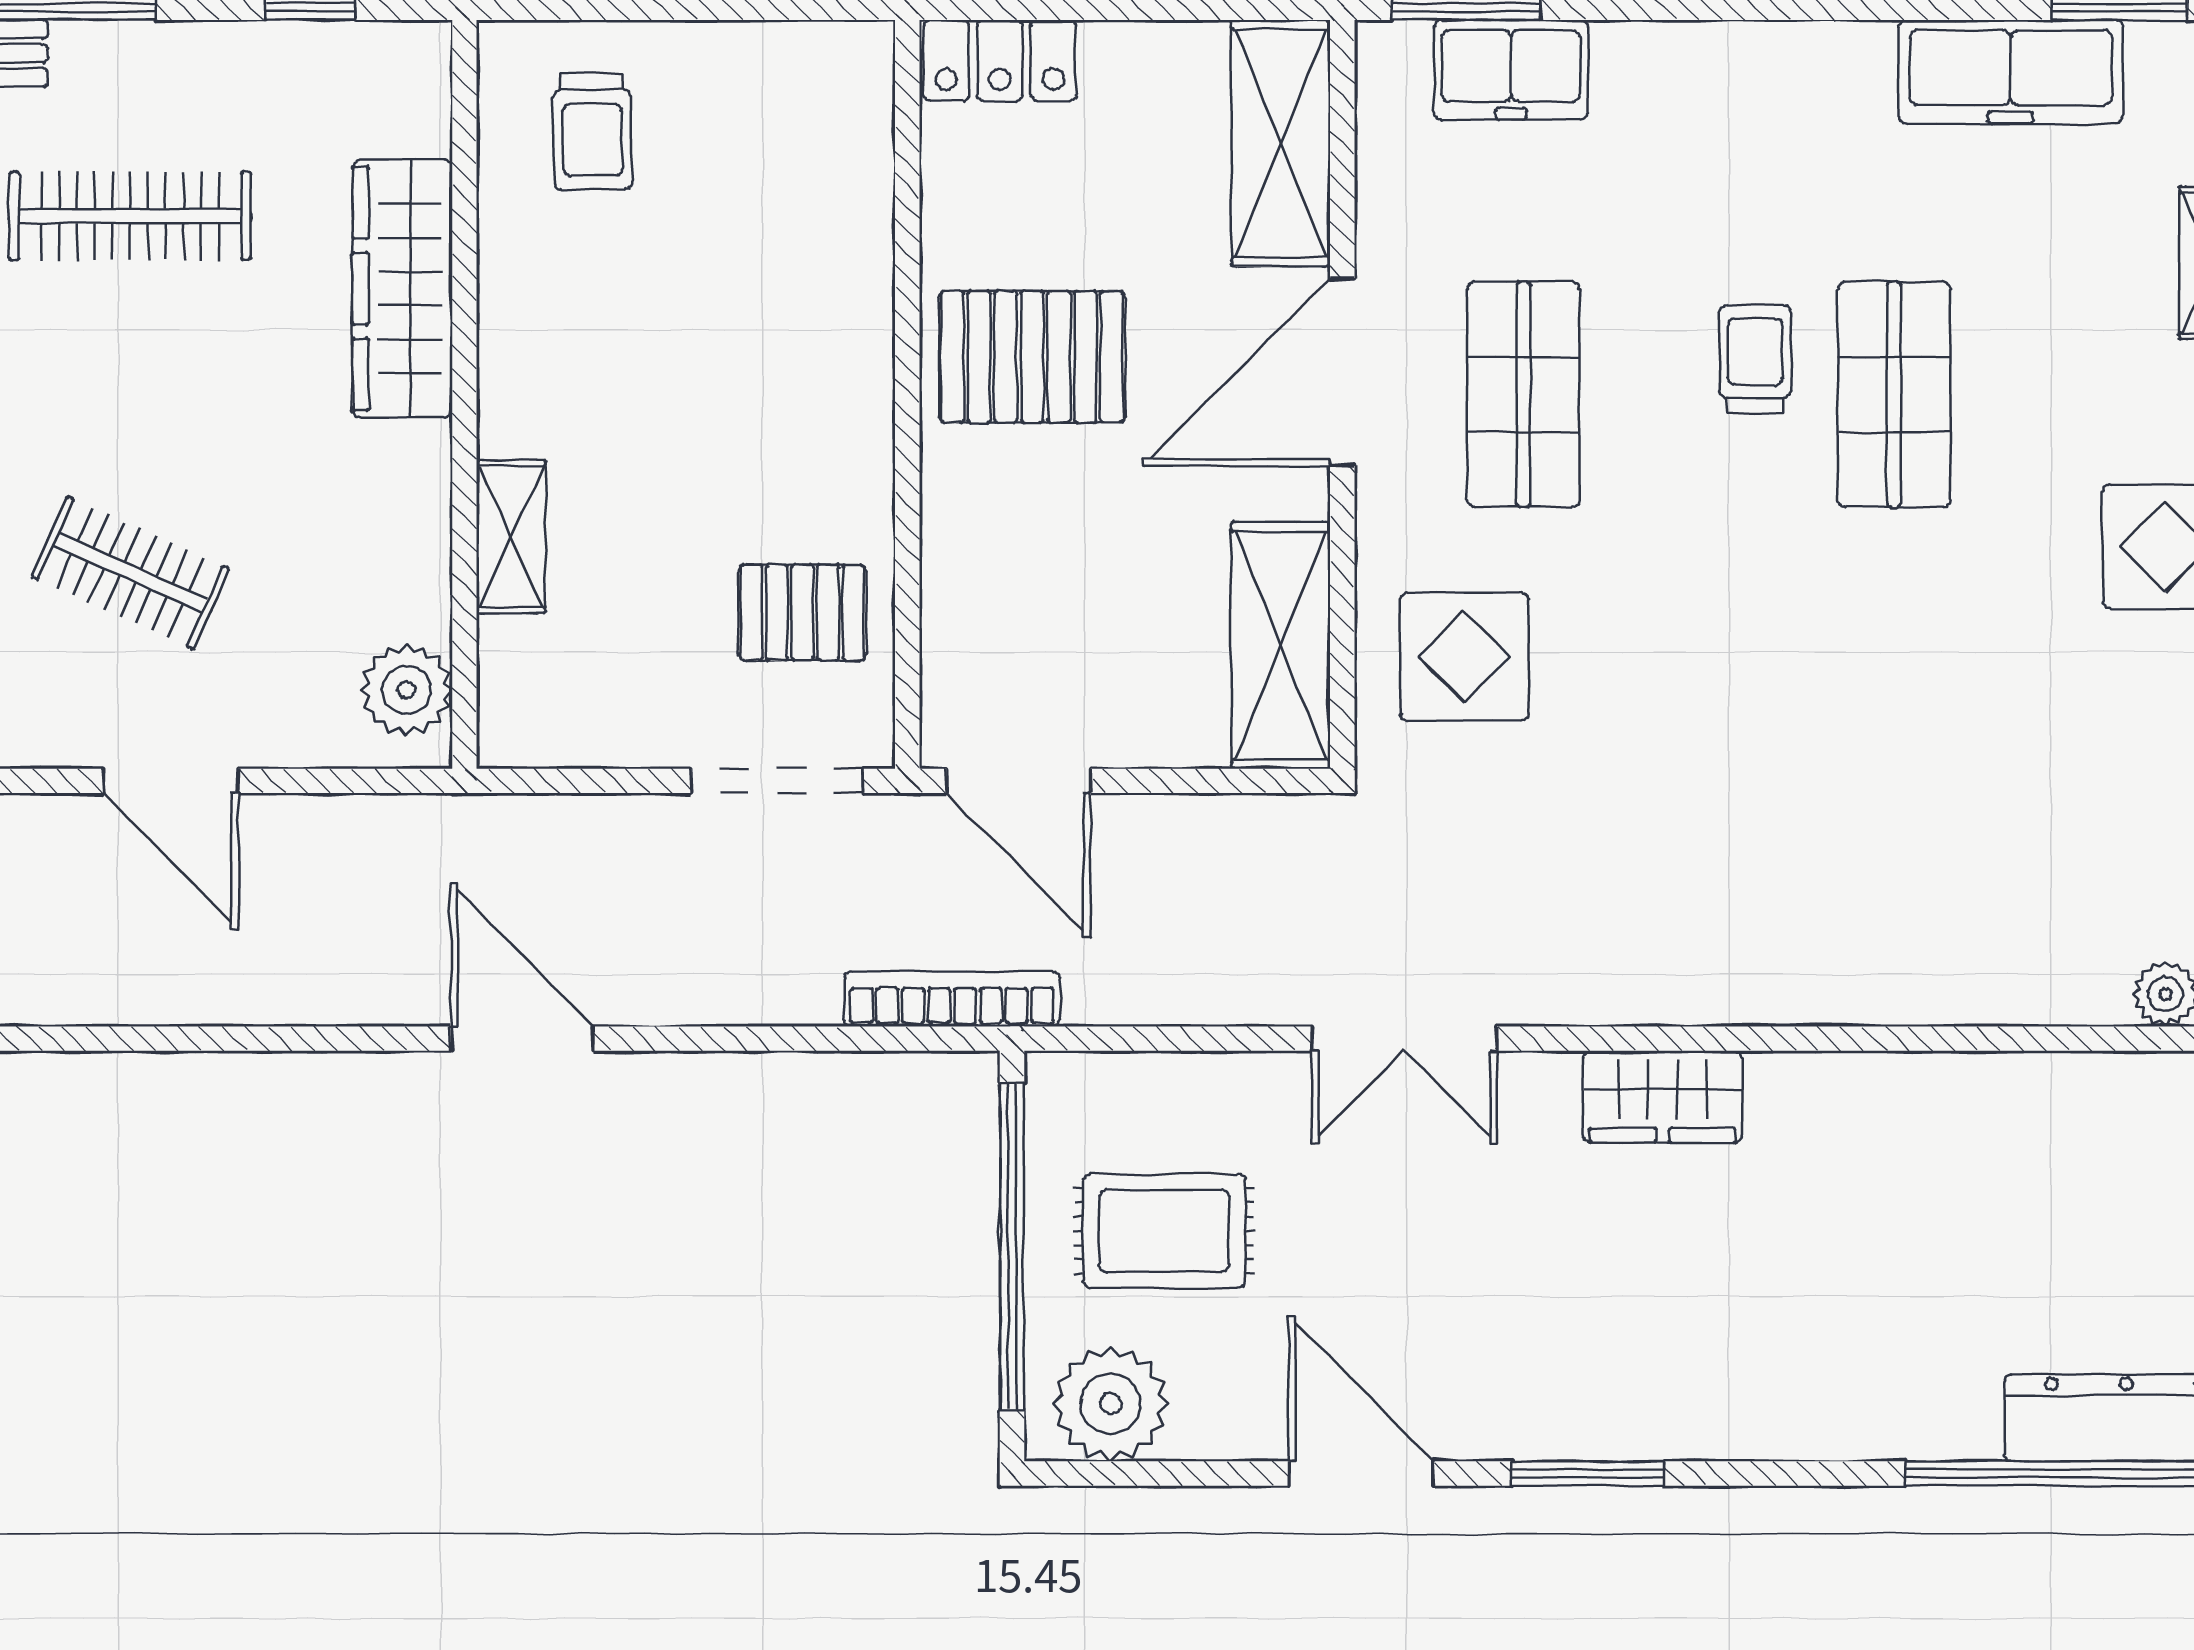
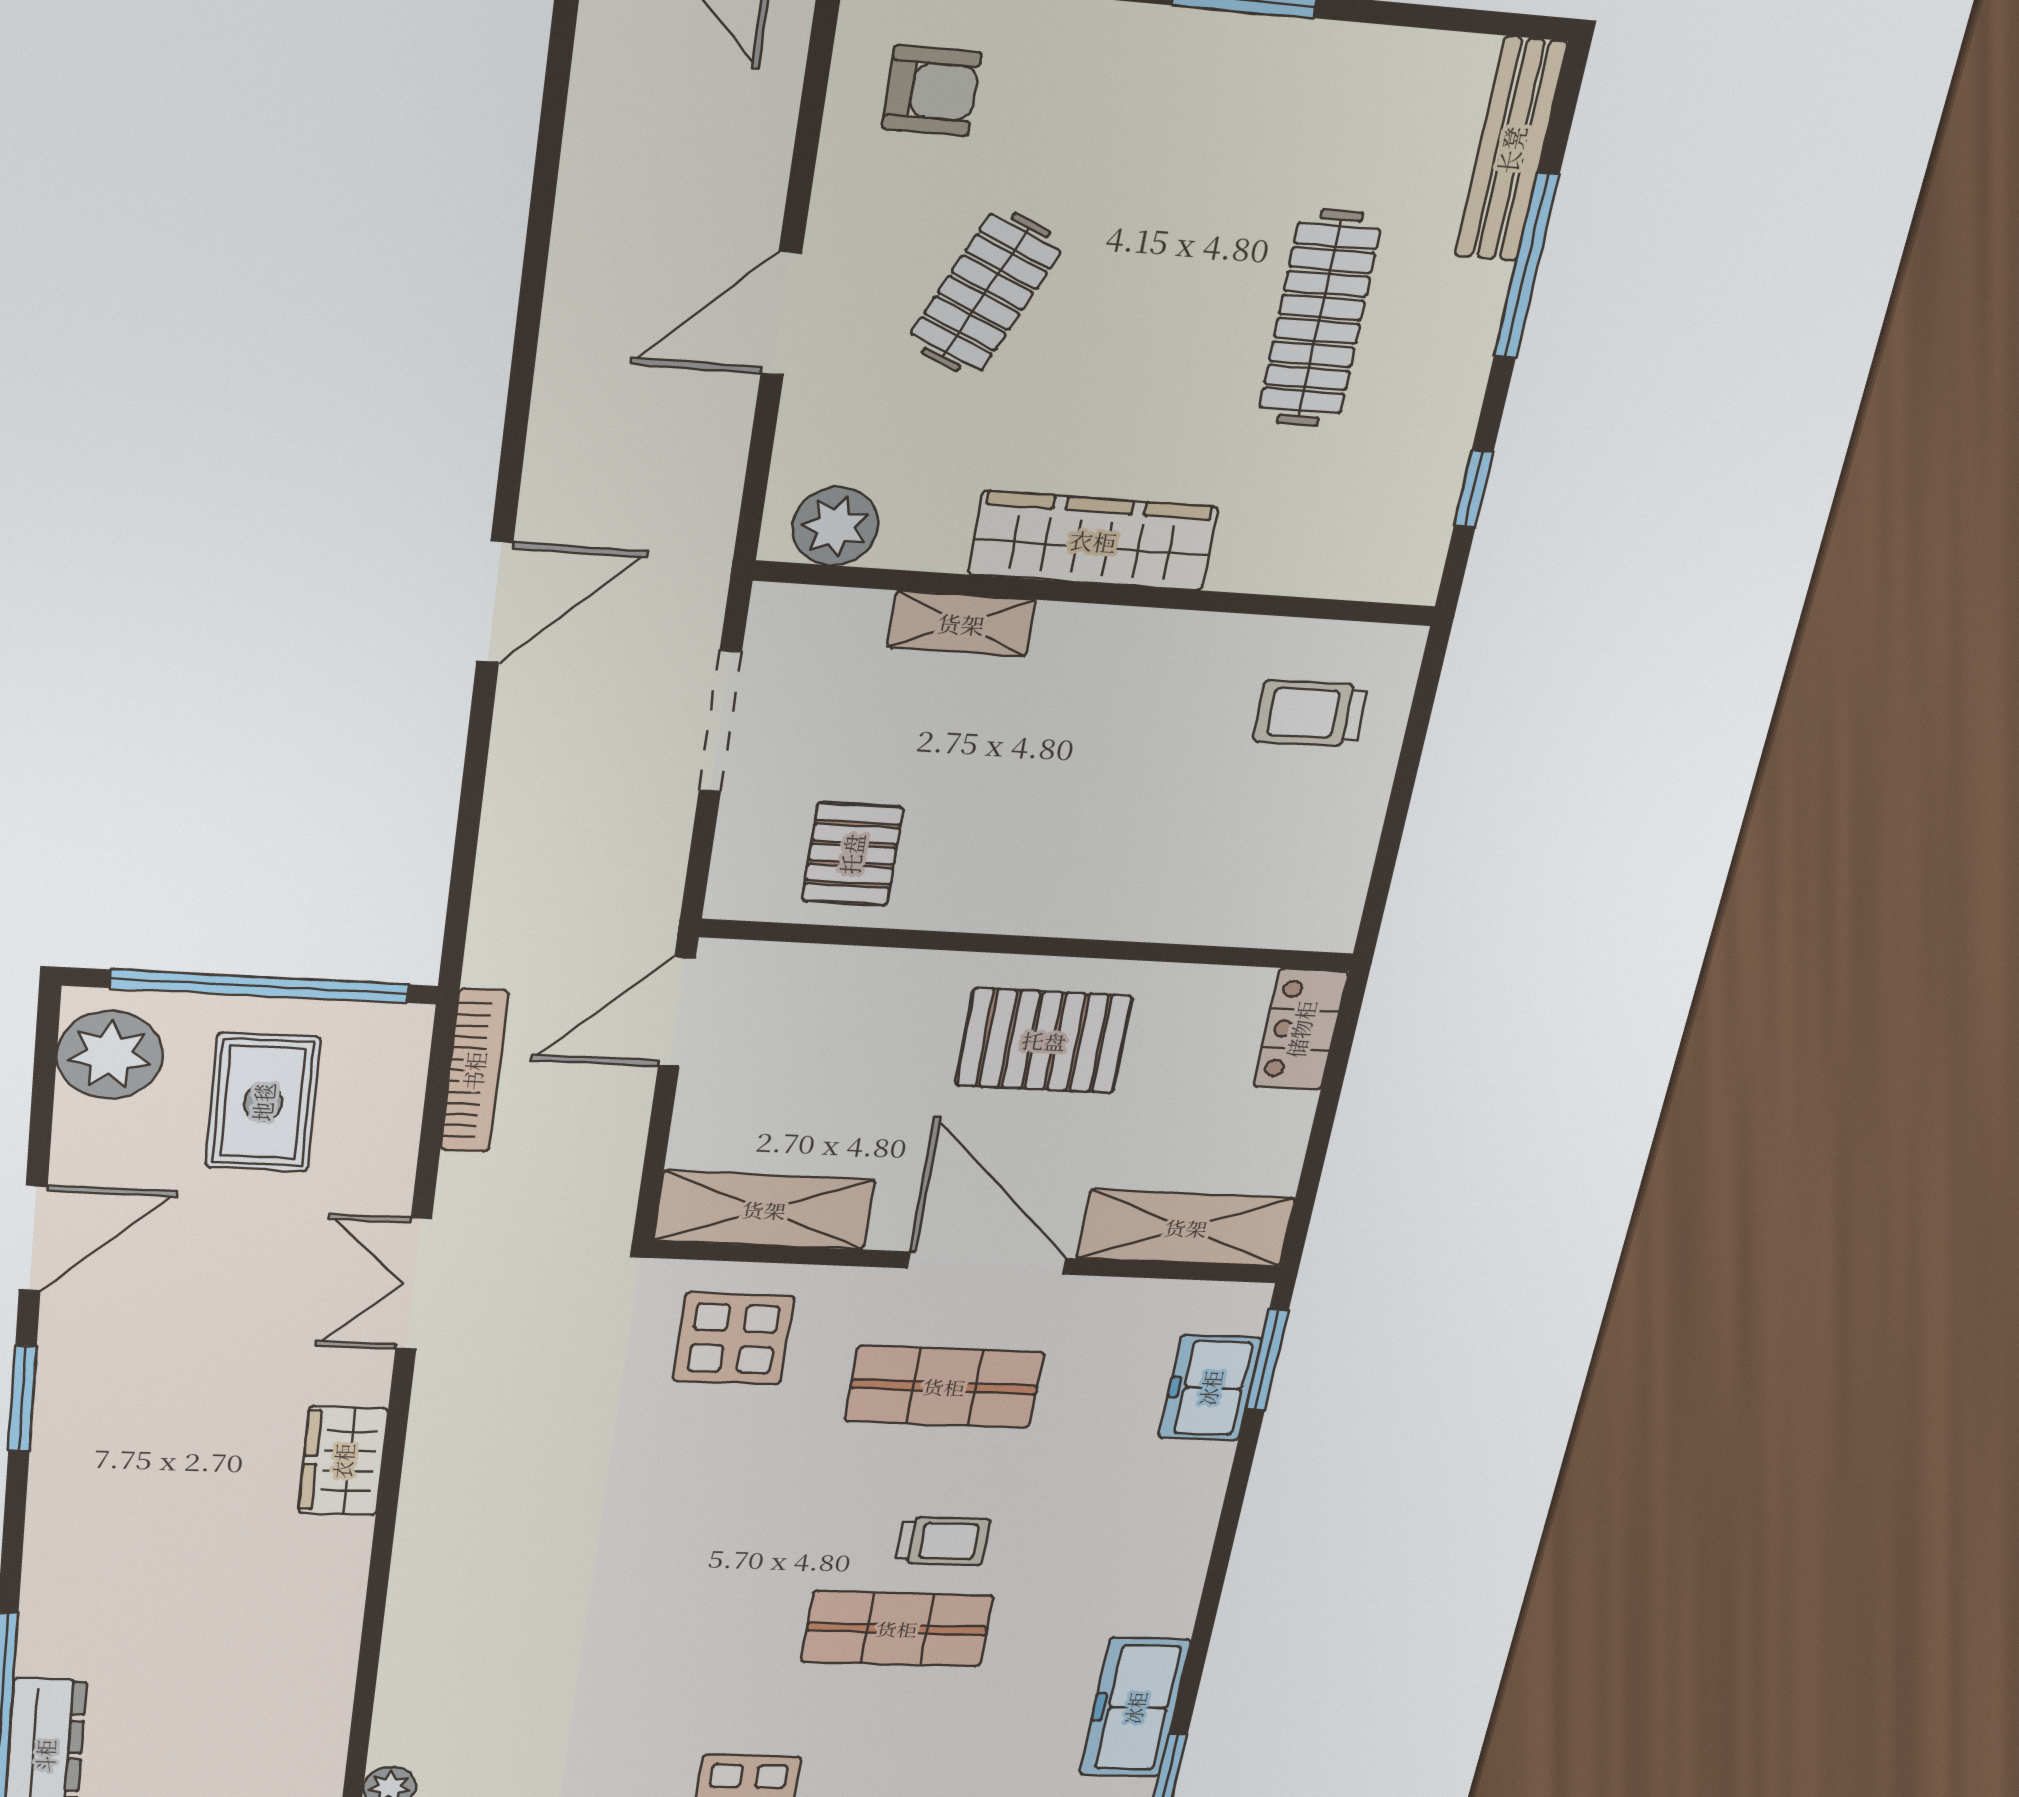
wardrobe: (402, 289) -> (1093, 541), moved
pallet: (1032, 357) -> (1044, 1041), turned 90
doorway: (777, 781) -> (720, 721), moved
bookcase: (952, 999) -> (474, 1071), moved

